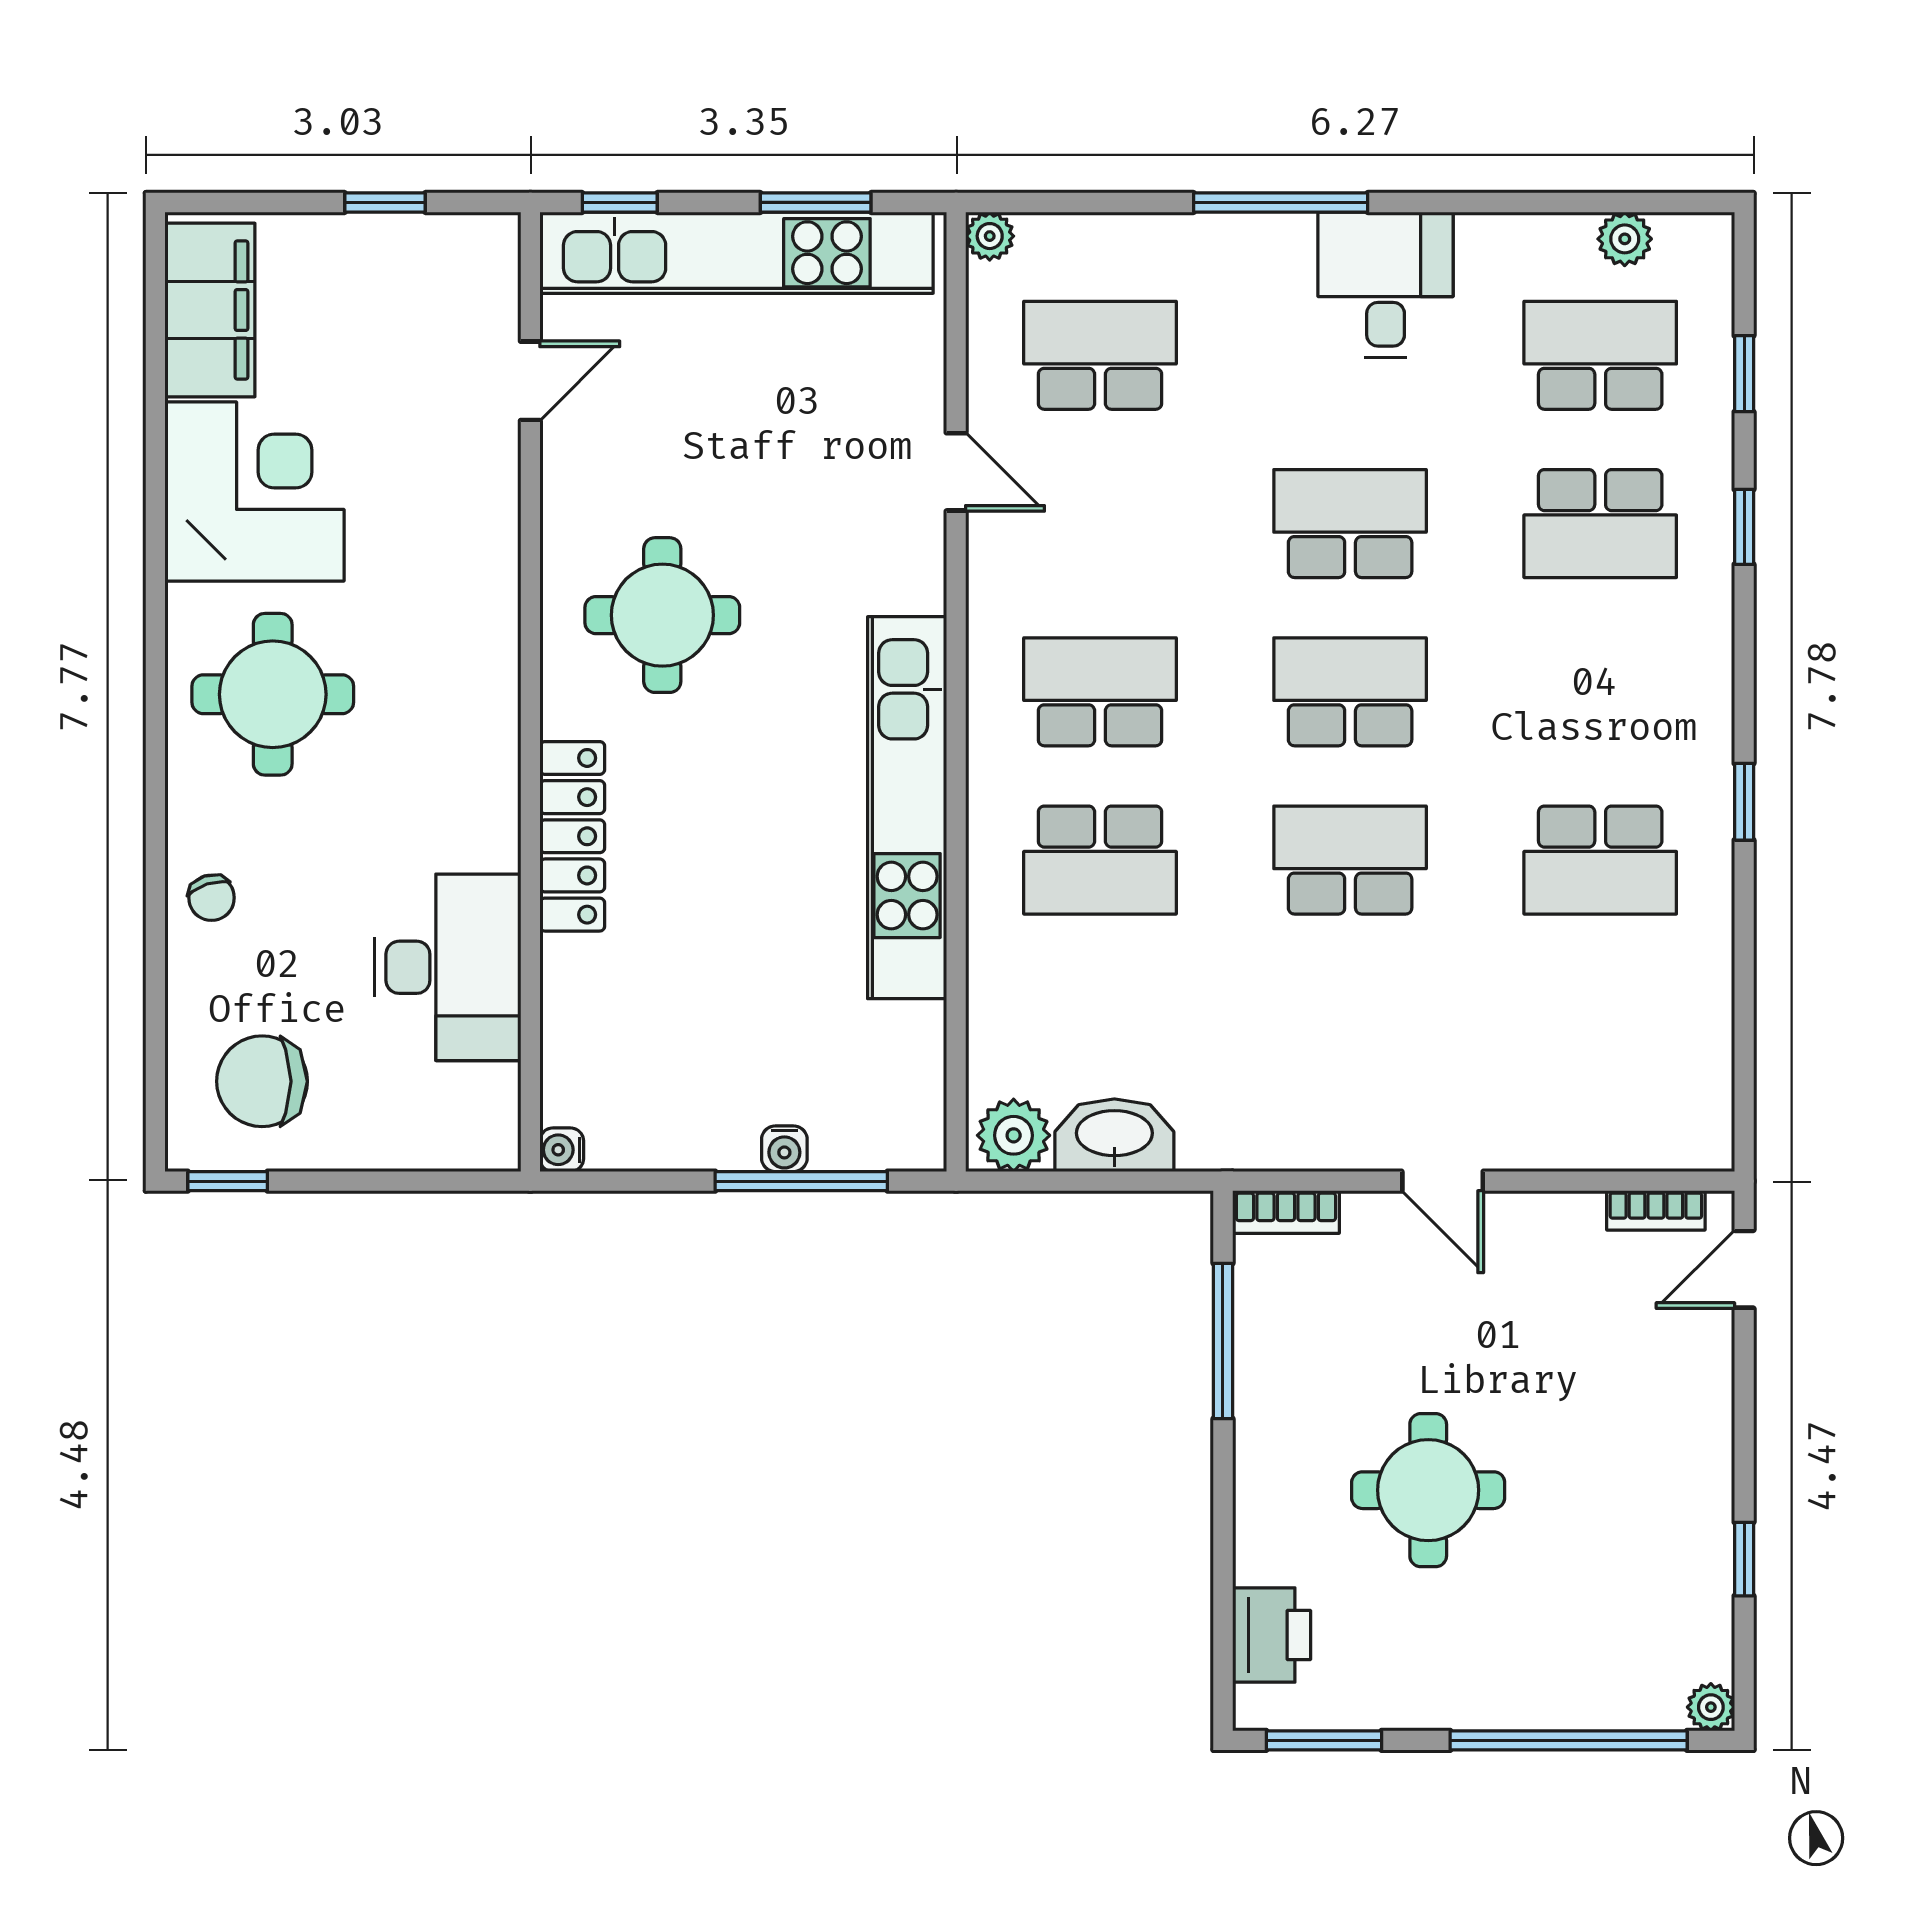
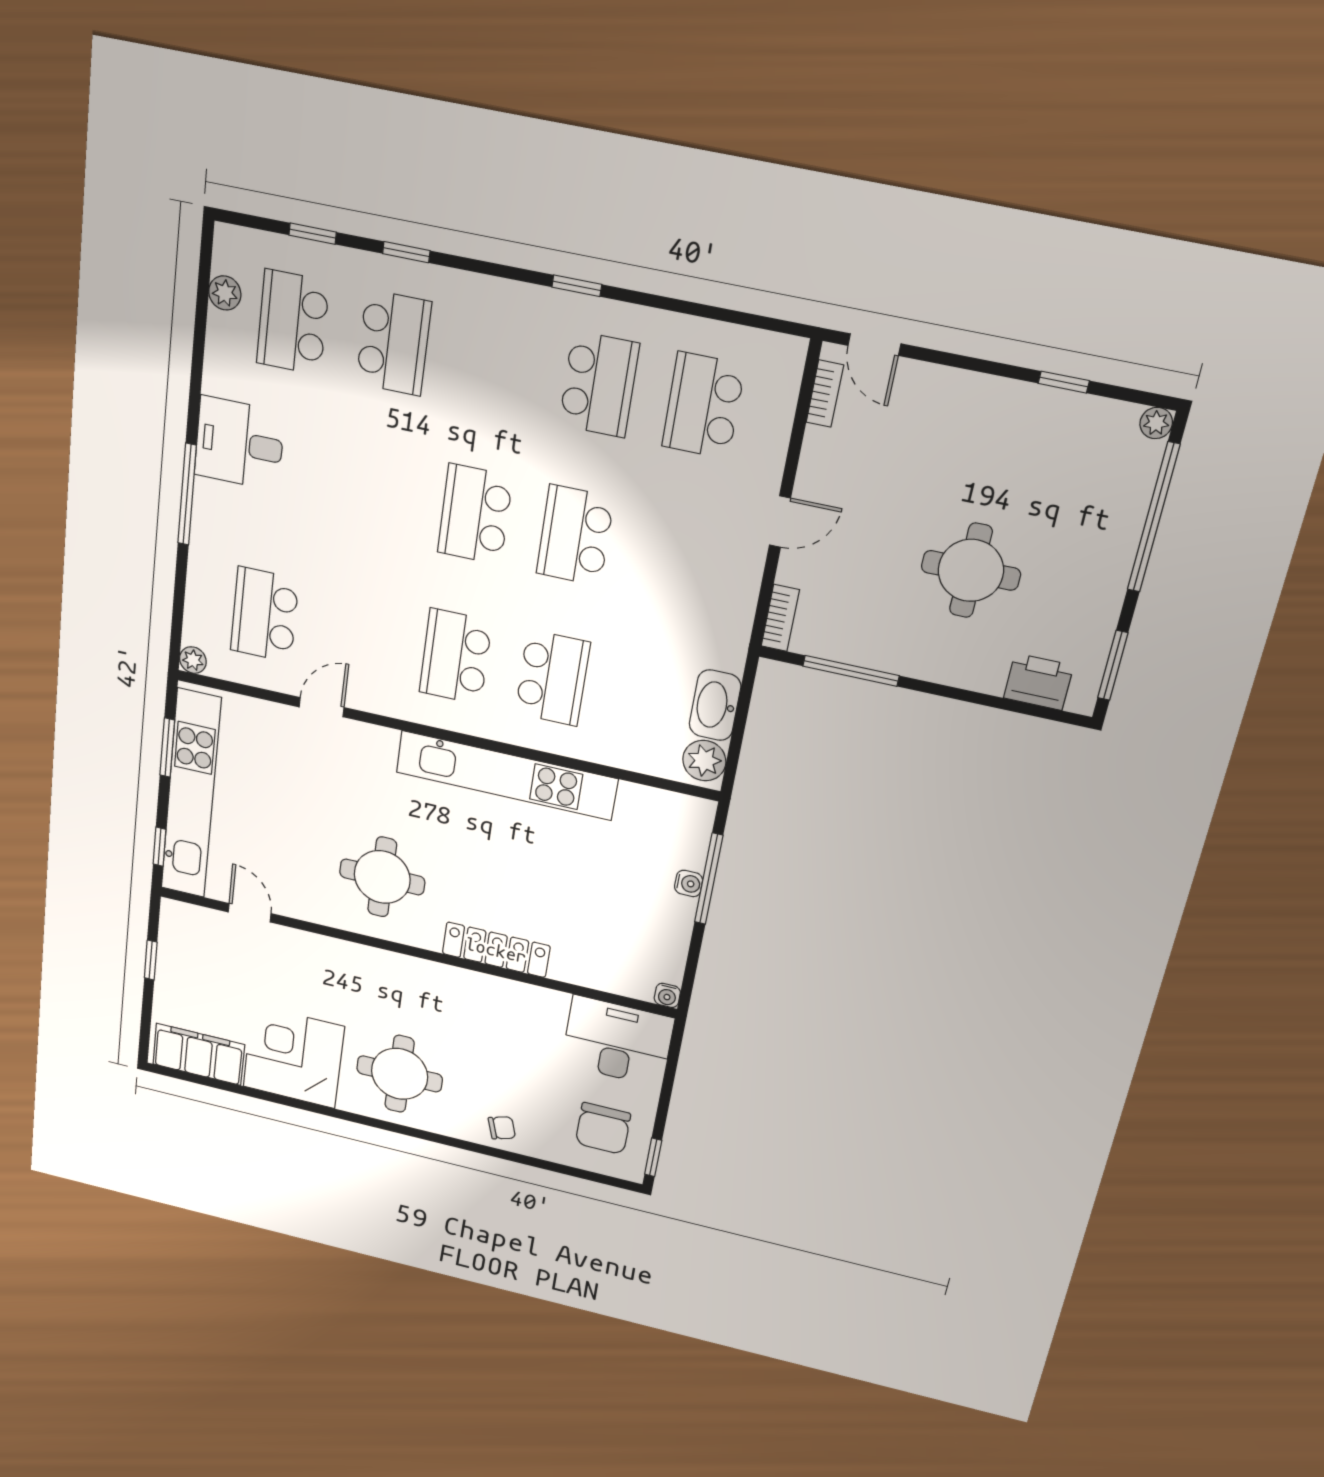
school desk: (1350, 524) -> (703, 406), moved
desk: (447, 967) -> (618, 1041), moved

